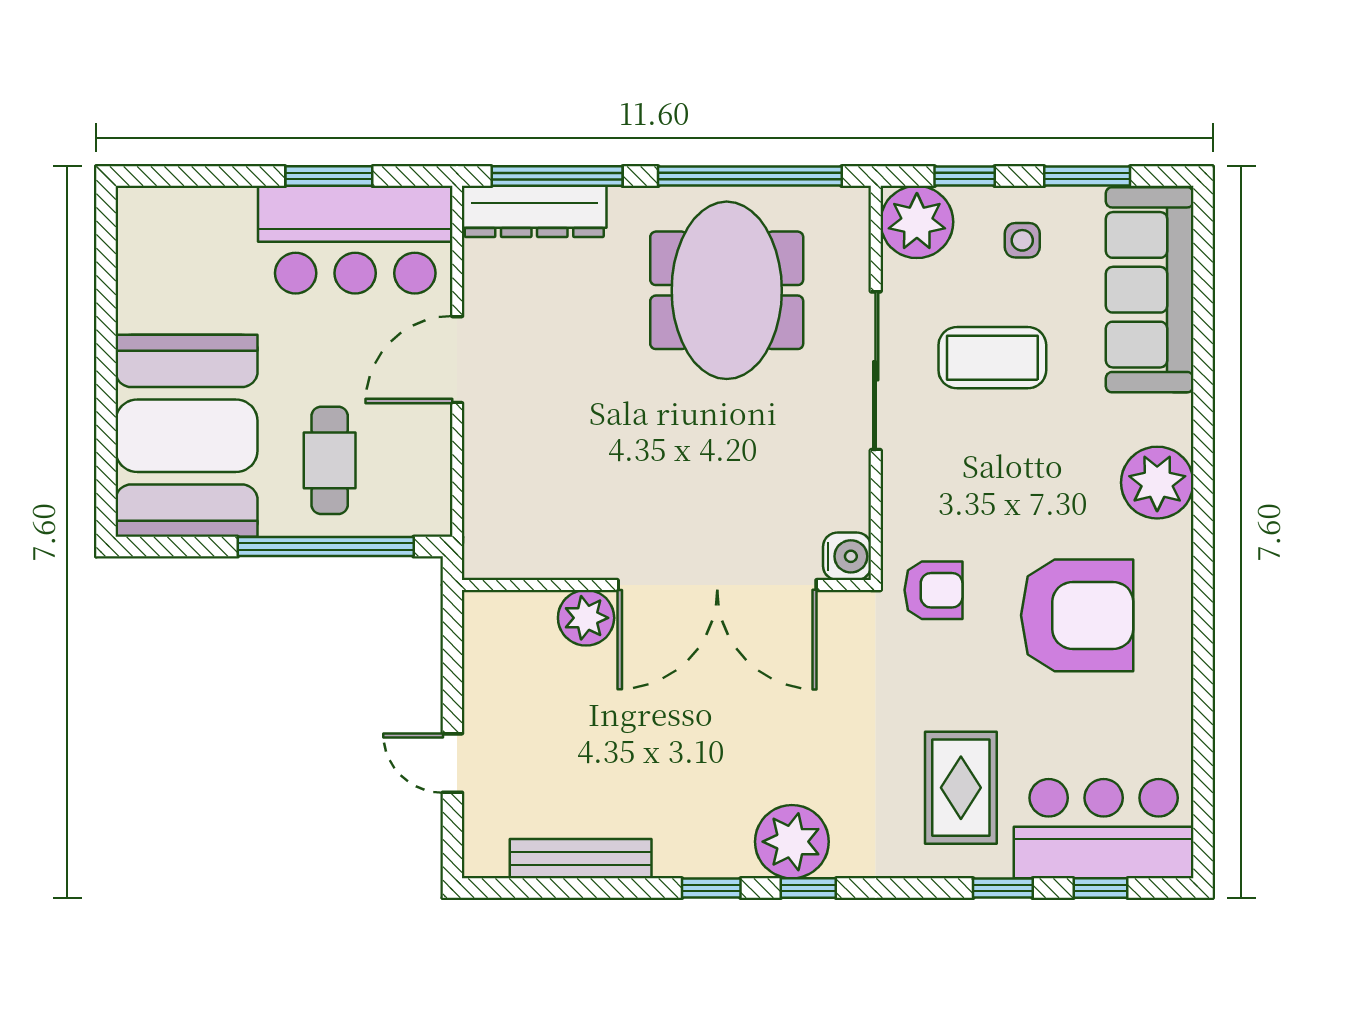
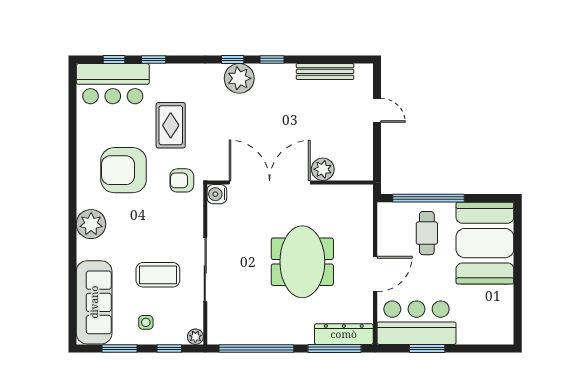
plant: (917, 222) -> (195, 337), width x0.53, depth x0.53
meeting table: (727, 290) -> (302, 262), moved
rug: (961, 788) -> (171, 125), moved

